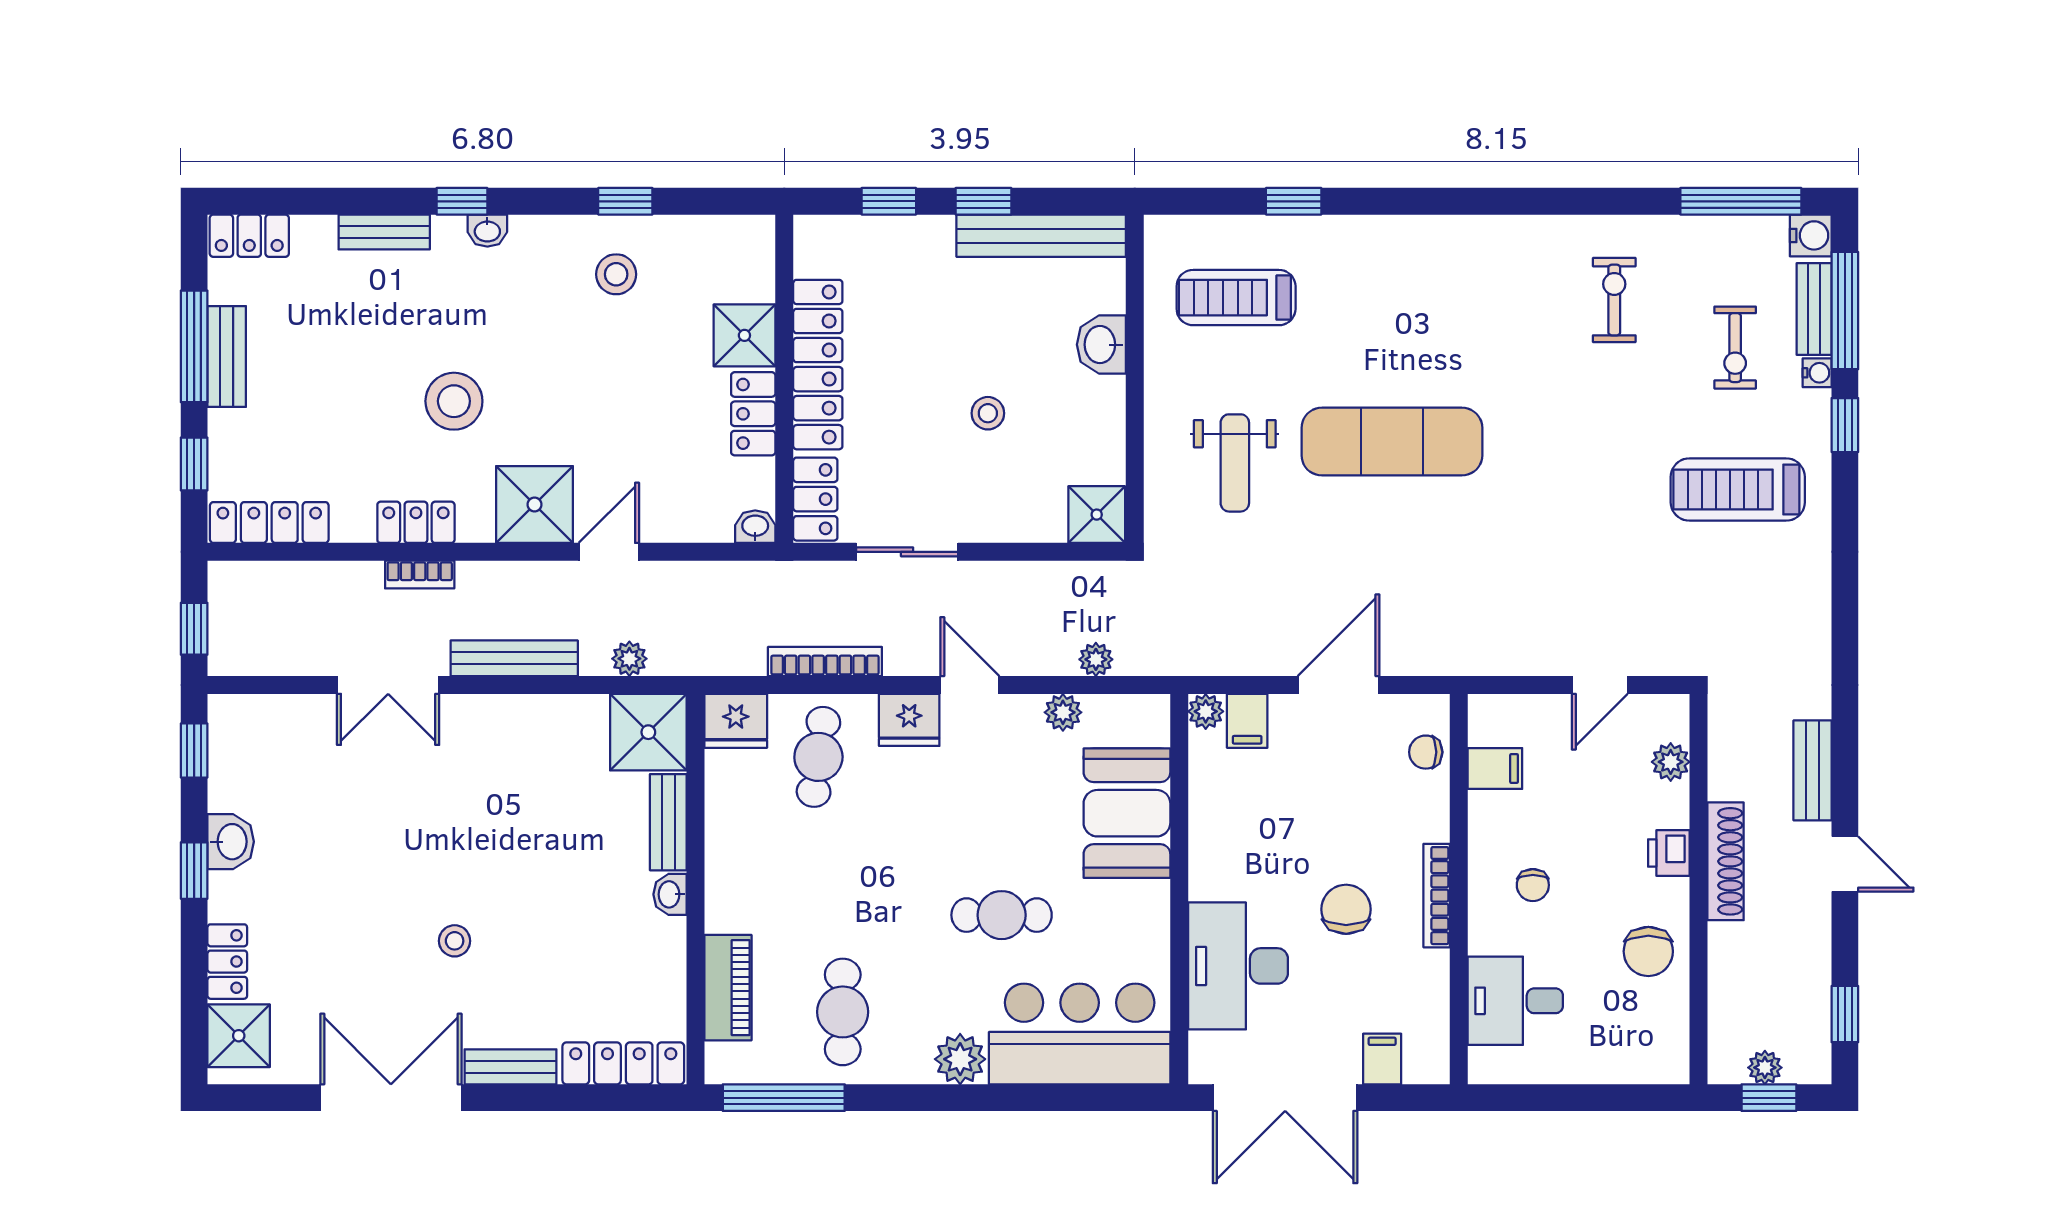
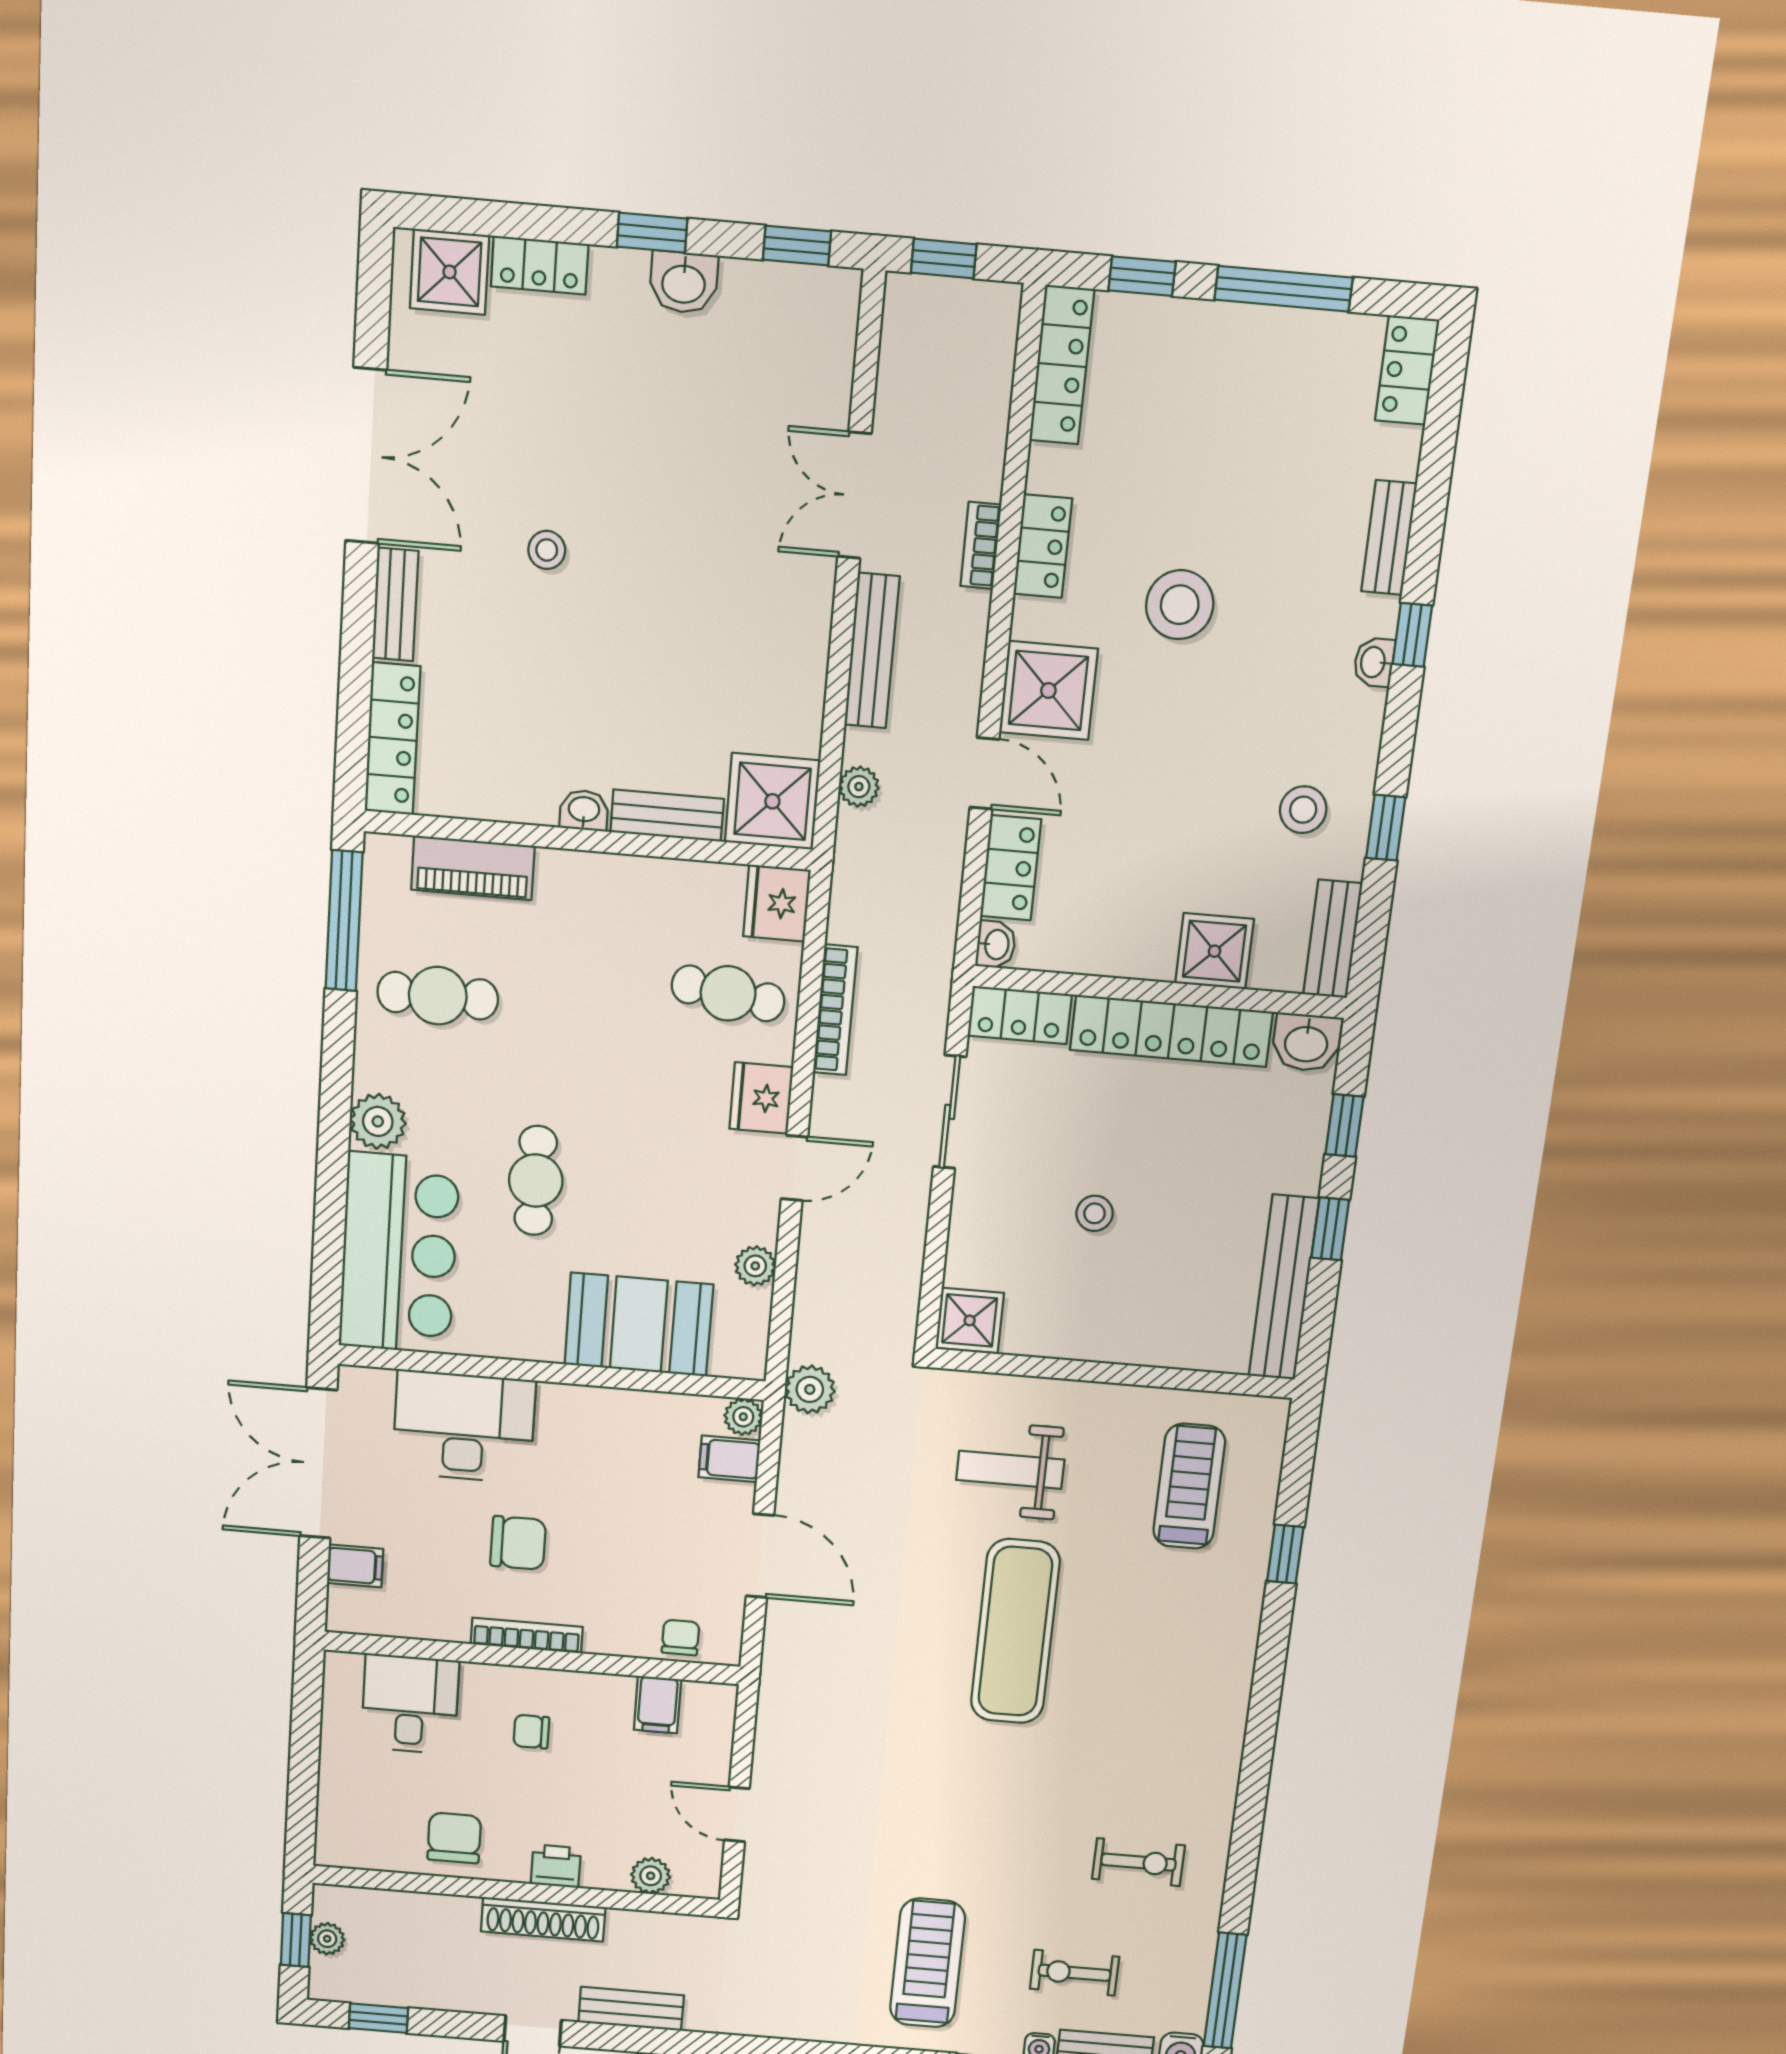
washbasin: (1101, 345) -> (1306, 1043), moved, turned 180
bench: (227, 357) -> (1333, 939), moved, turned 90
locker: (753, 414) -> (1011, 868), moved, turned 90
plant: (1096, 659) -> (810, 1389), moved, width x1.38, depth x1.38
chair: (1648, 951) -> (454, 1838), turned 90

